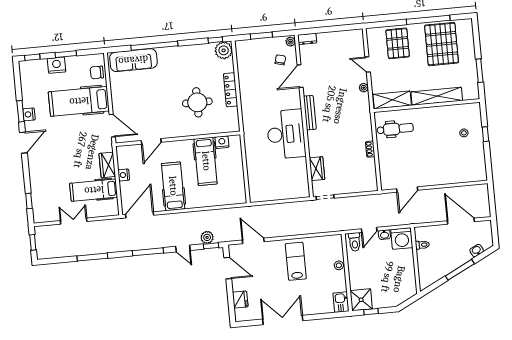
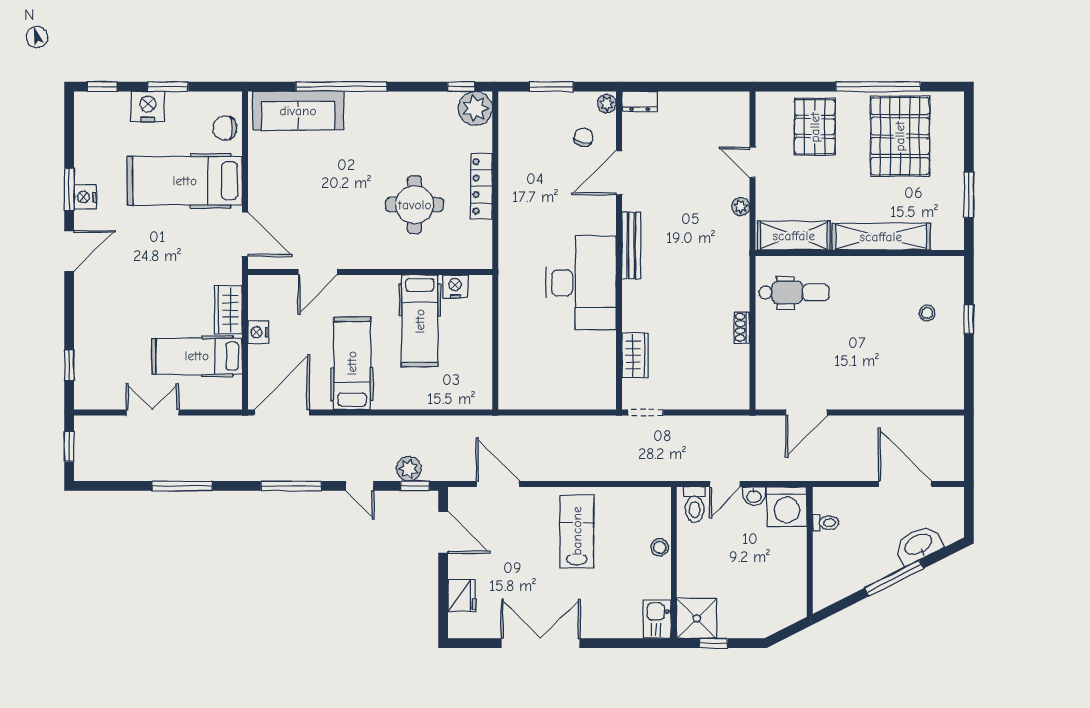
washbasin: (477, 251) -> (919, 545), width x1.91, depth x1.45

